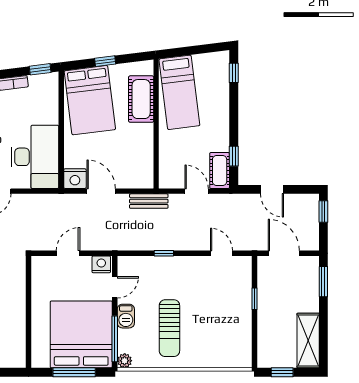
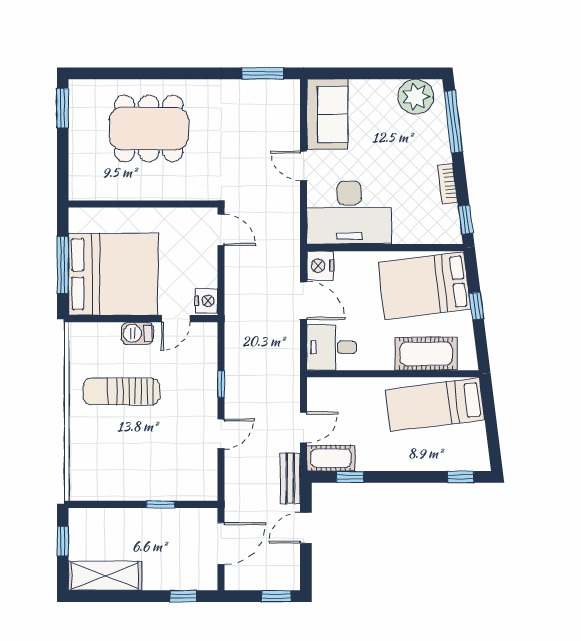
desk: (136, 170) -> (332, 347), added
door: (101, 191) -> (304, 301), hinge flipped
bench: (149, 201) -> (290, 478), moved
door: (68, 253) -> (221, 230), moved
door: (221, 253) -> (221, 434), moved
window: (323, 282) -> (183, 596), width x0.67
door: (115, 287) -> (176, 319), hinge flipped
window: (115, 339) -> (107, 319), removed
plant: (125, 361) -> (78, 332), removed

